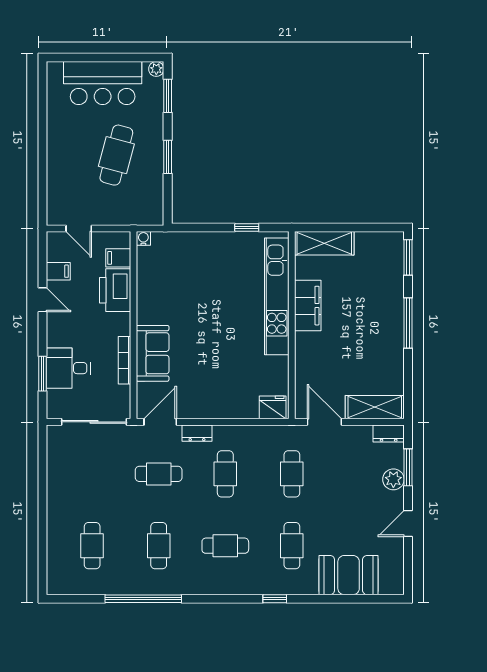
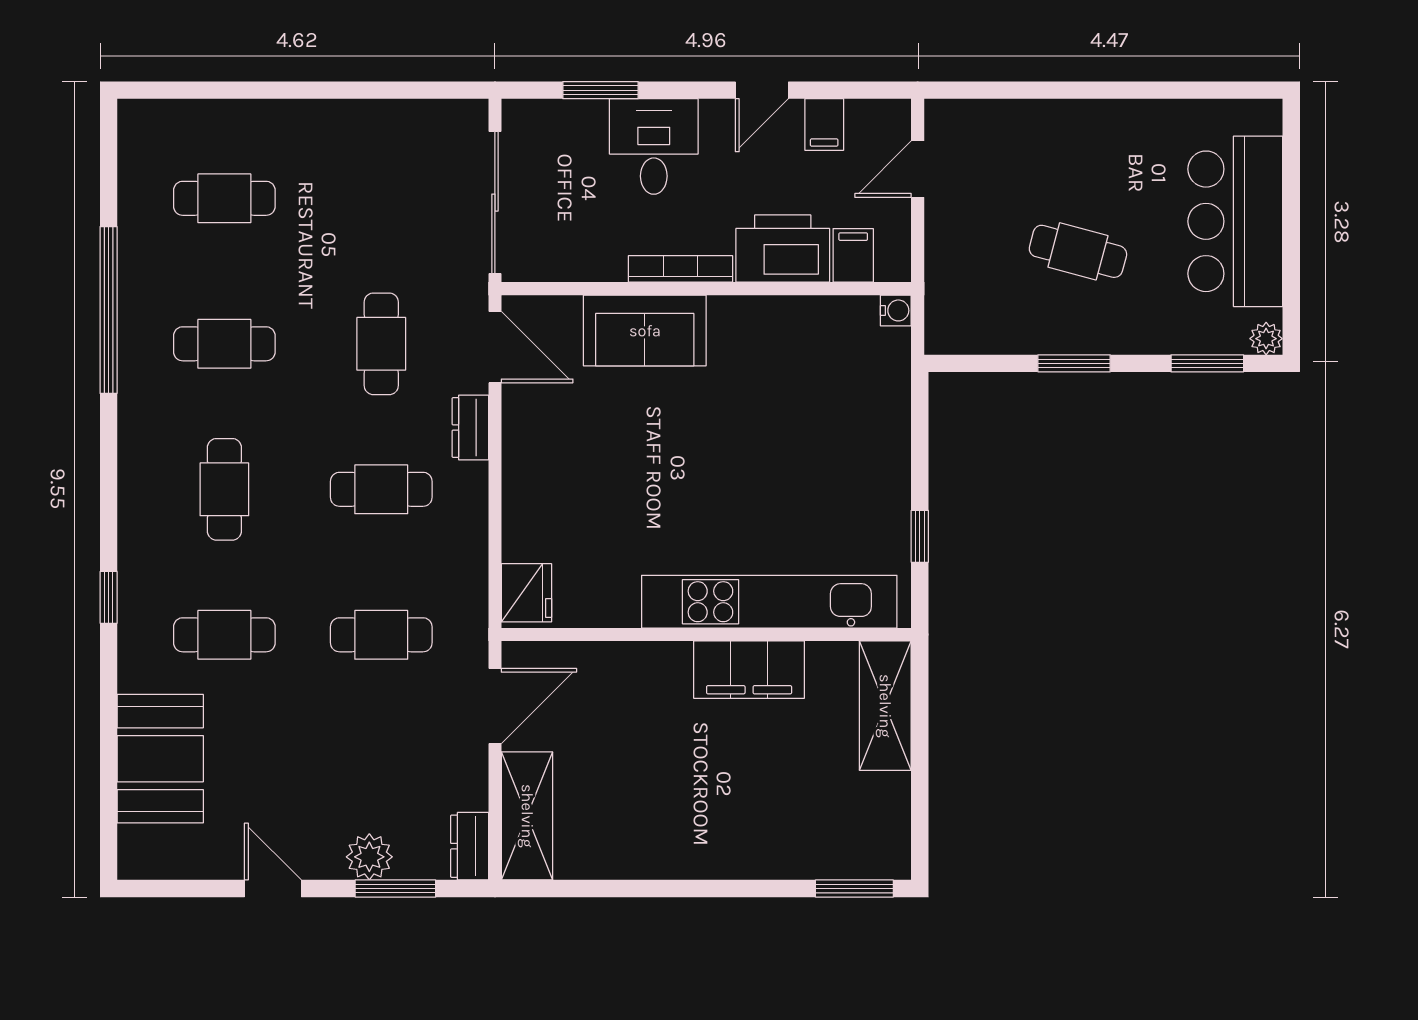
cafe table: (116, 155) -> (1078, 251), width x0.73, depth x0.74
window: (408, 323) -> (711, 889), removed
bookcase: (124, 360) -> (680, 269), moved
desk: (68, 368) -> (654, 146), moved

